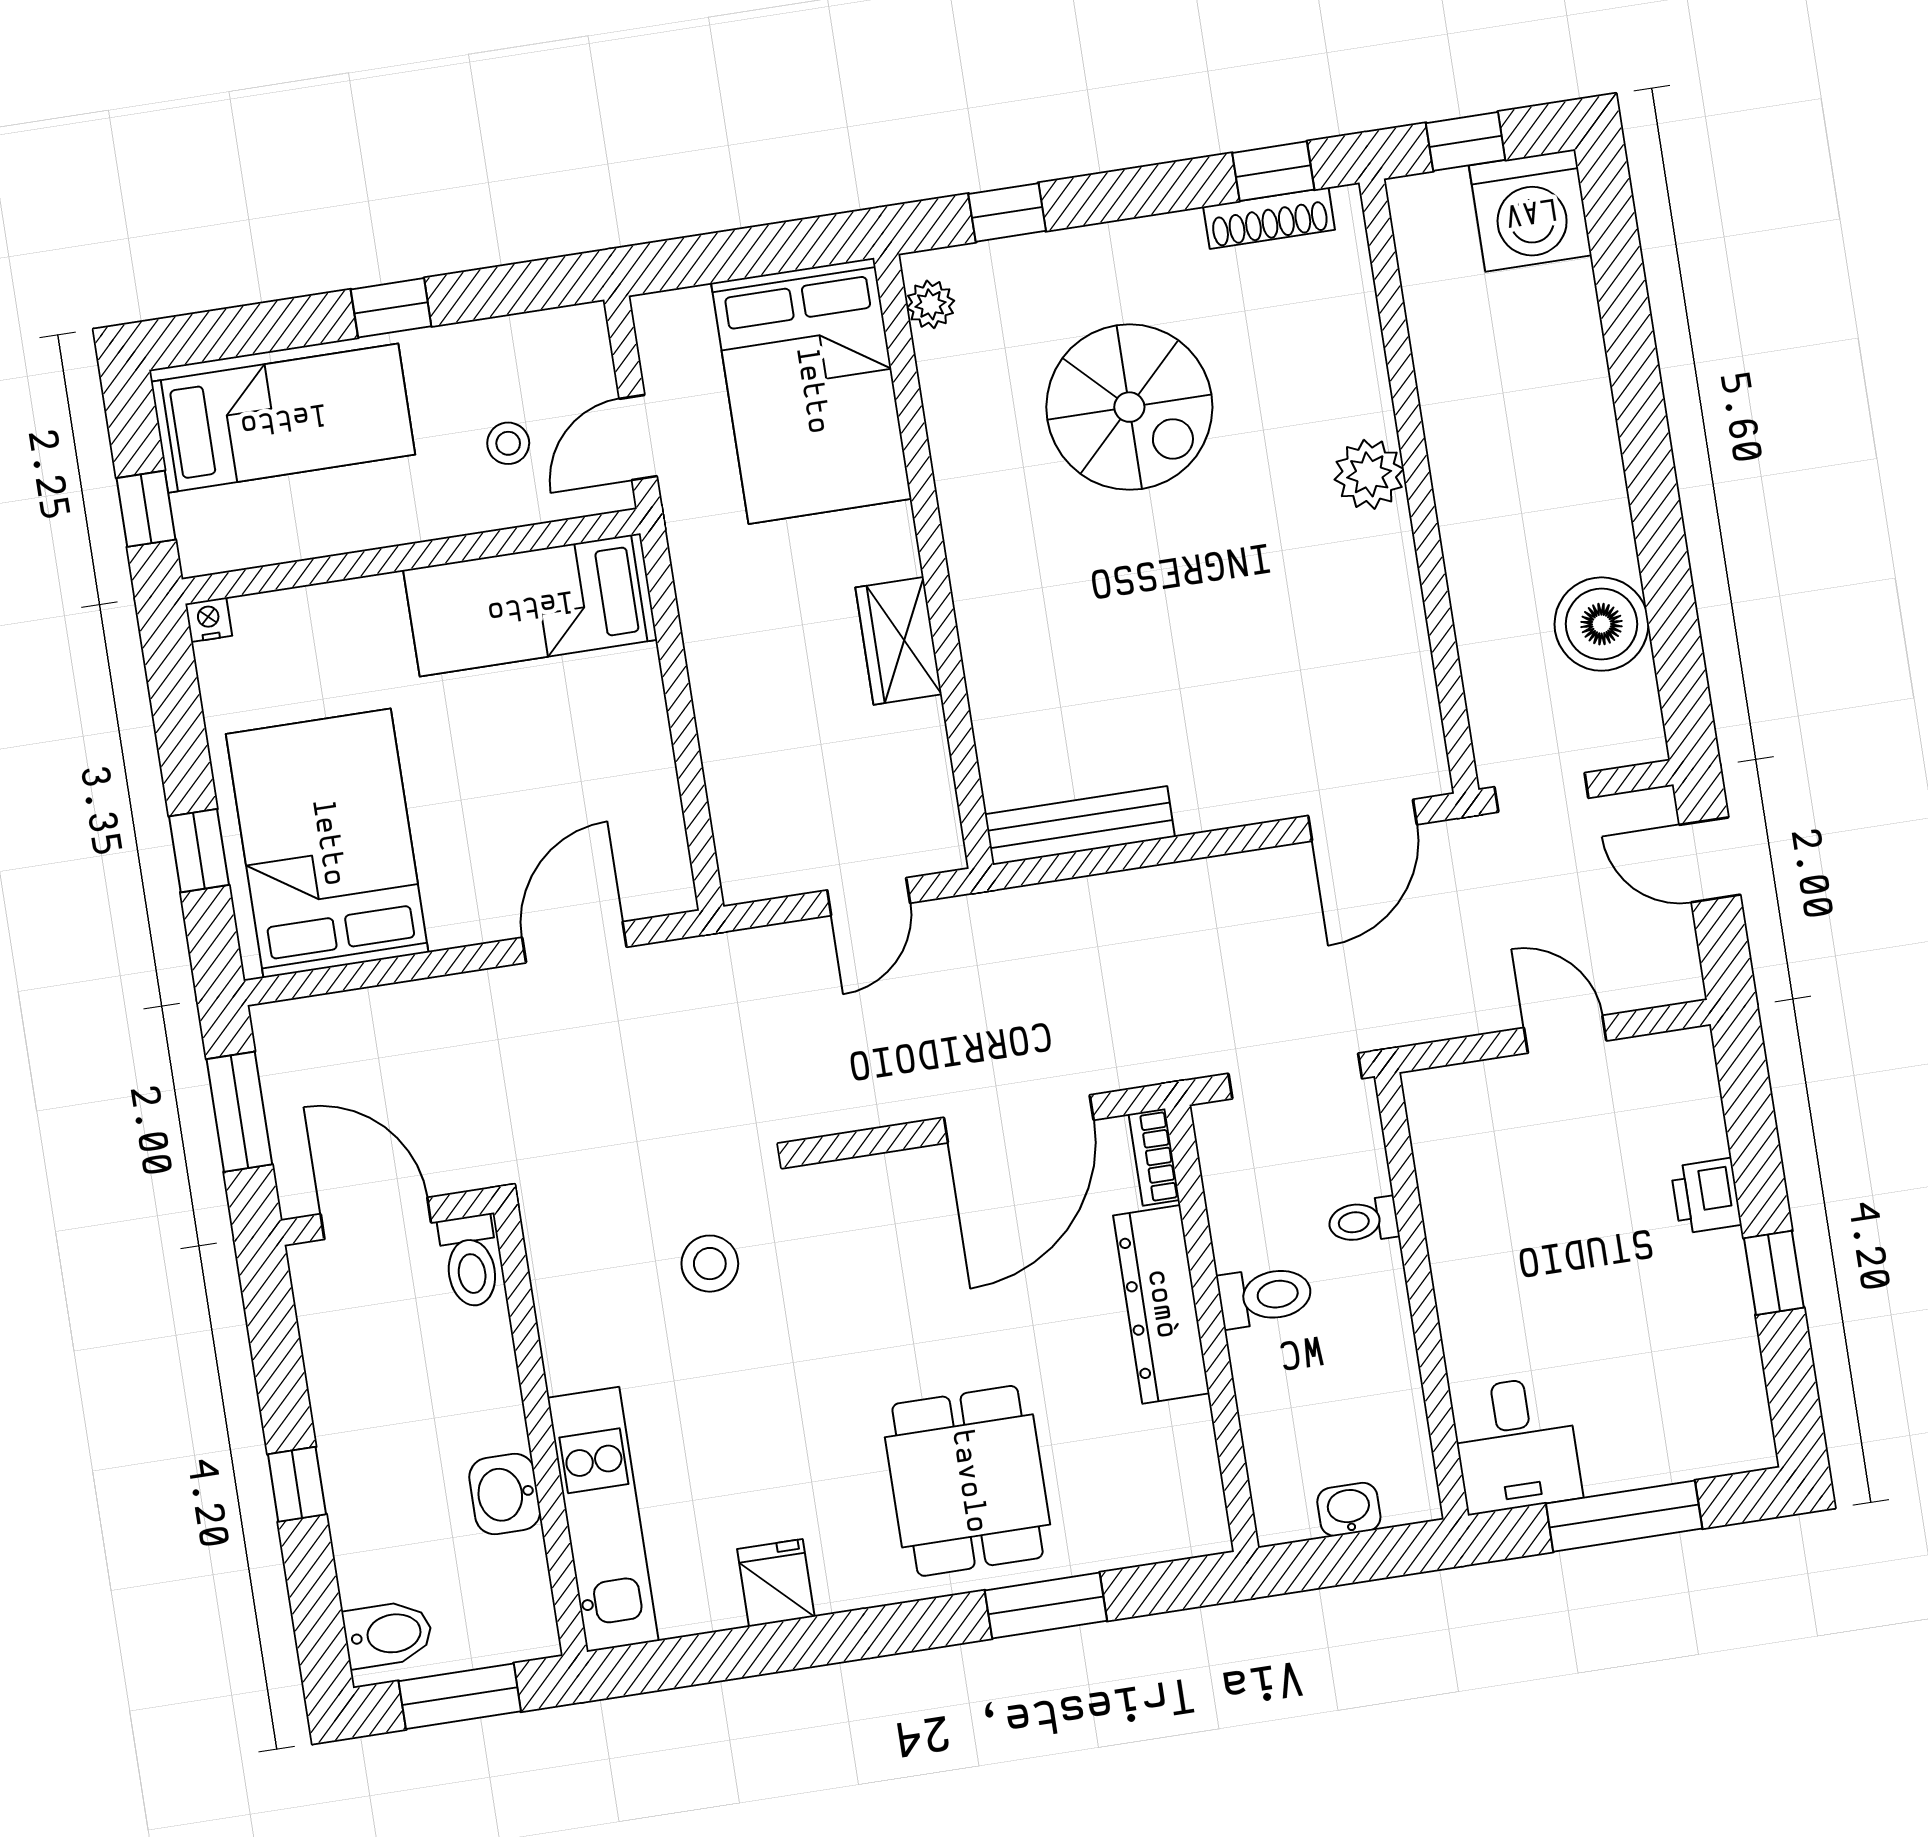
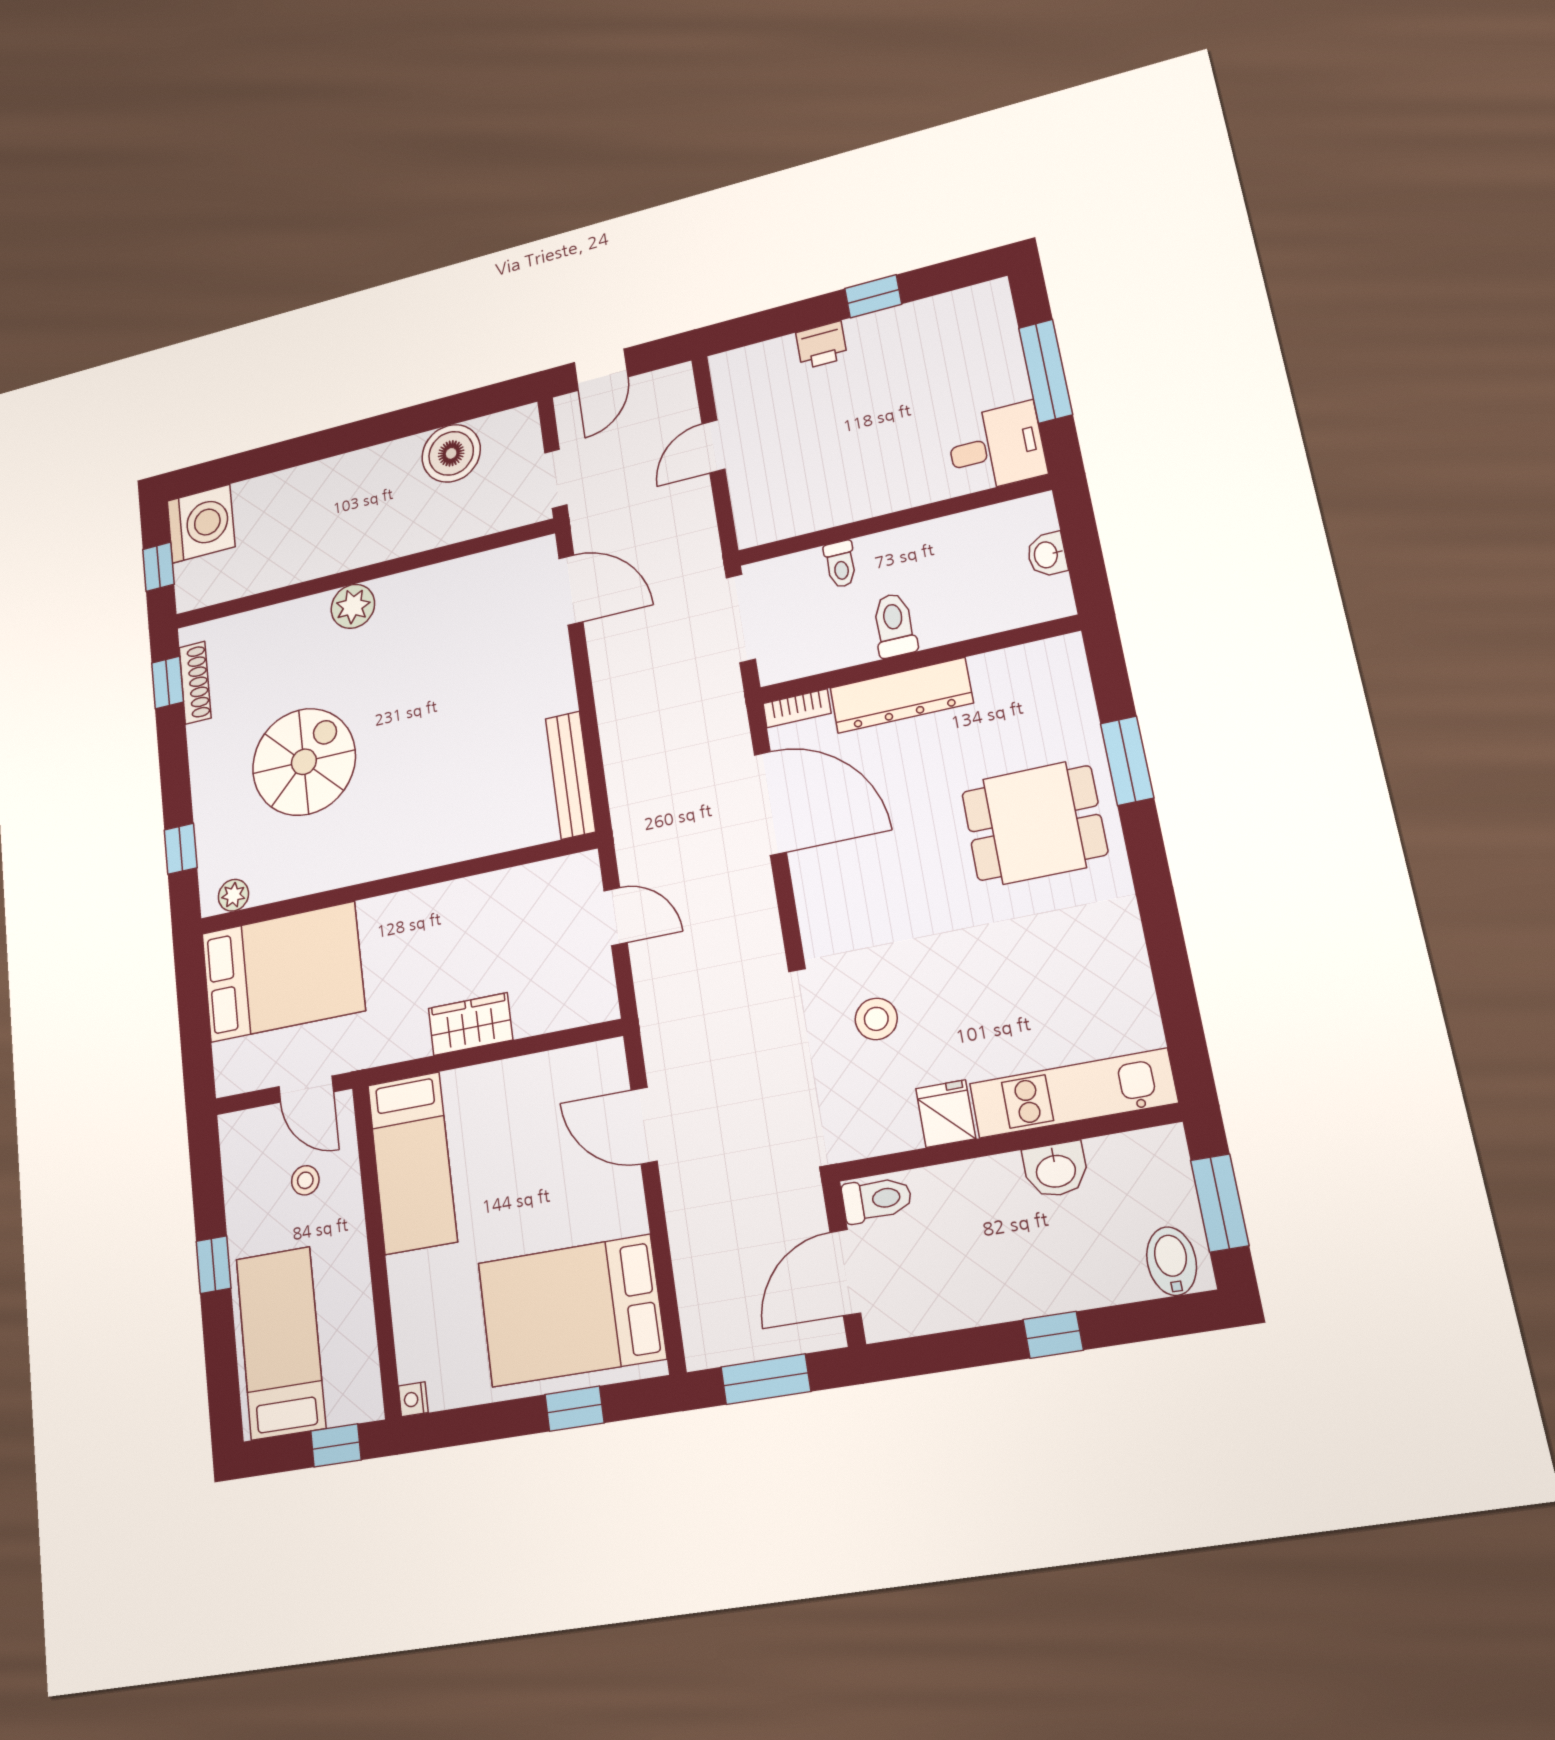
wardrobe: (899, 641) -> (470, 1024), moved, turned 180
fridge: (776, 1583) -> (946, 1114), moved, turned 90

